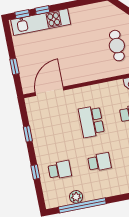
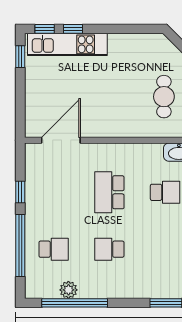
window: (14, 66) -> (20, 57), moved
school desk: (99, 162) -> (109, 249), turned 180
window: (35, 172) -> (20, 245), width x3.17

